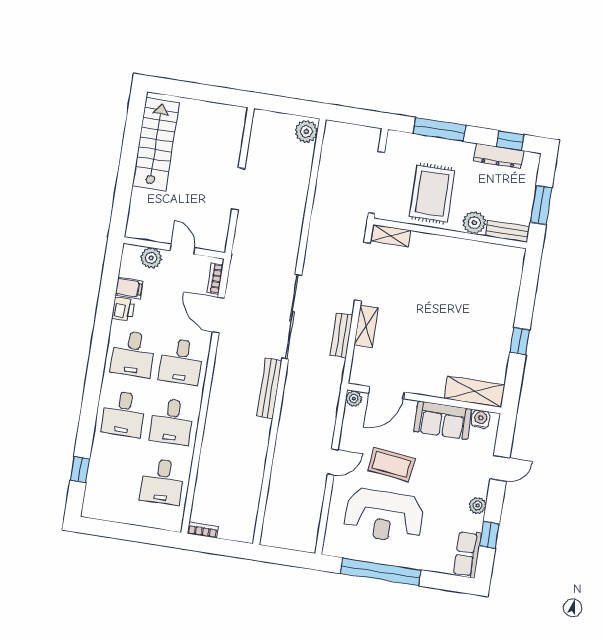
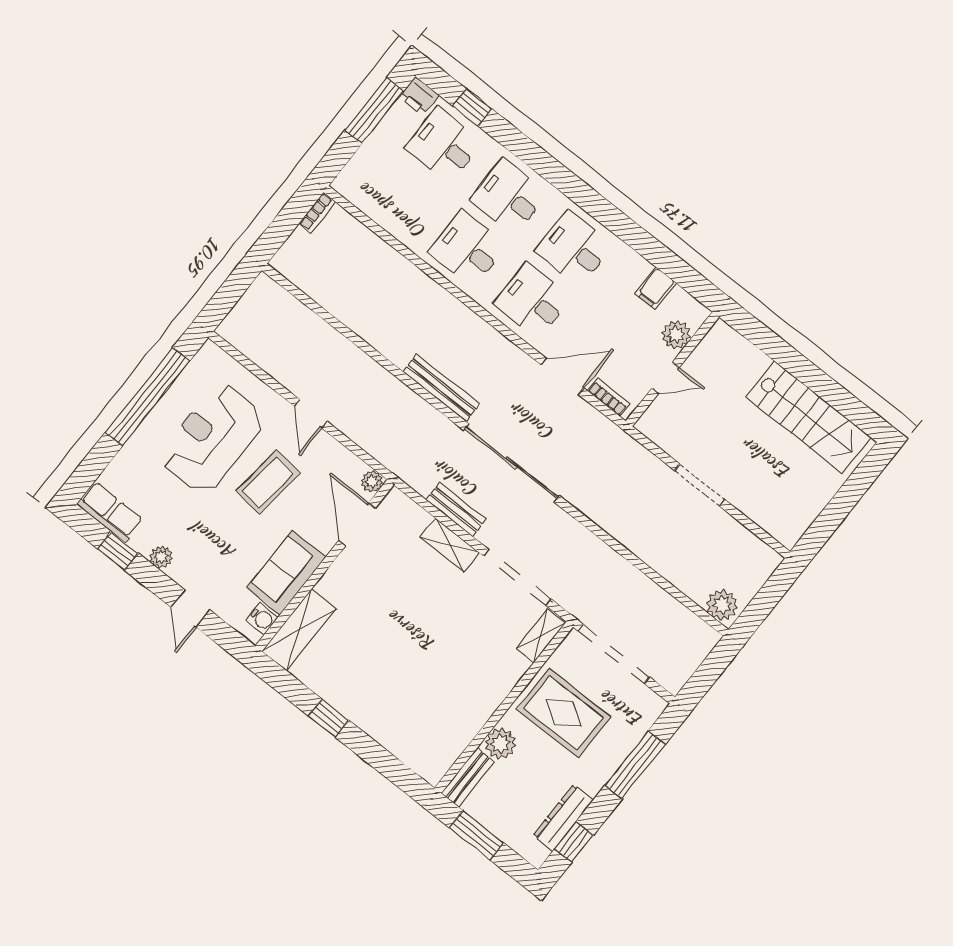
printer: (123, 309) -> (419, 96), moved
desk: (162, 482) -> (444, 145), moved
window: (117, 531) -> (374, 111), added

